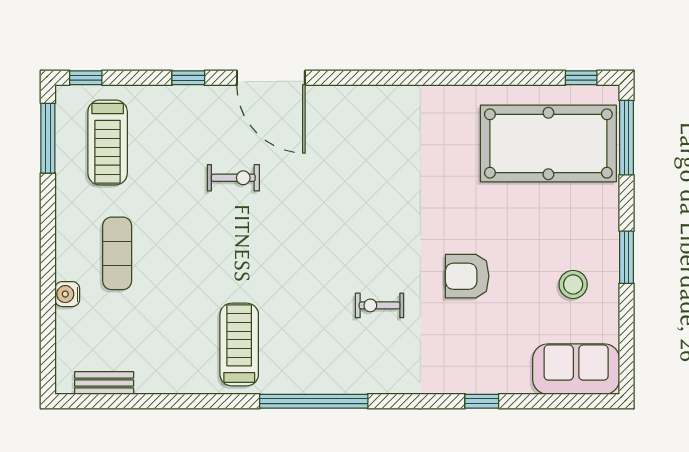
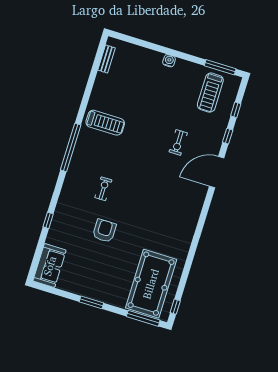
window: (86, 78) -> (236, 110), moved
treadmill: (108, 142) -> (210, 93), turned -90
exercise mat: (117, 253) -> (161, 82), removed
stool: (573, 284) -> (87, 276), removed
water cooler: (67, 294) -> (169, 61), moved

